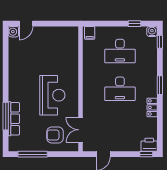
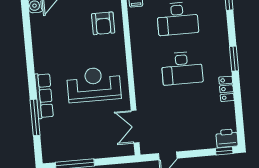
reception desk: (52, 95) -> (94, 84), turned -90
row of seats: (14, 119) -> (44, 96), moved
armchair: (55, 135) -> (103, 23), moved, turned -90

